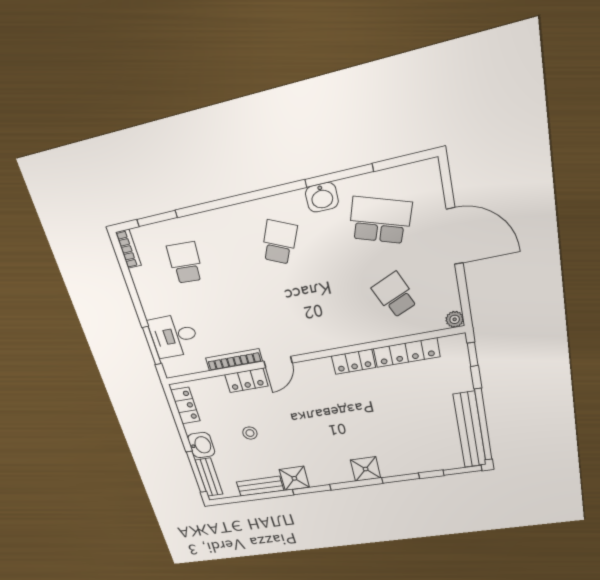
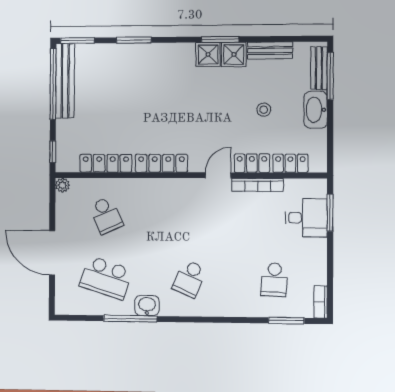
locker: (354, 362) -> (161, 163), width x1.53
locker: (185, 406) -> (290, 163), moved, turned 90
washbasin: (201, 445) -> (316, 110), width x1.38
shower: (366, 469) -> (208, 54), moved

